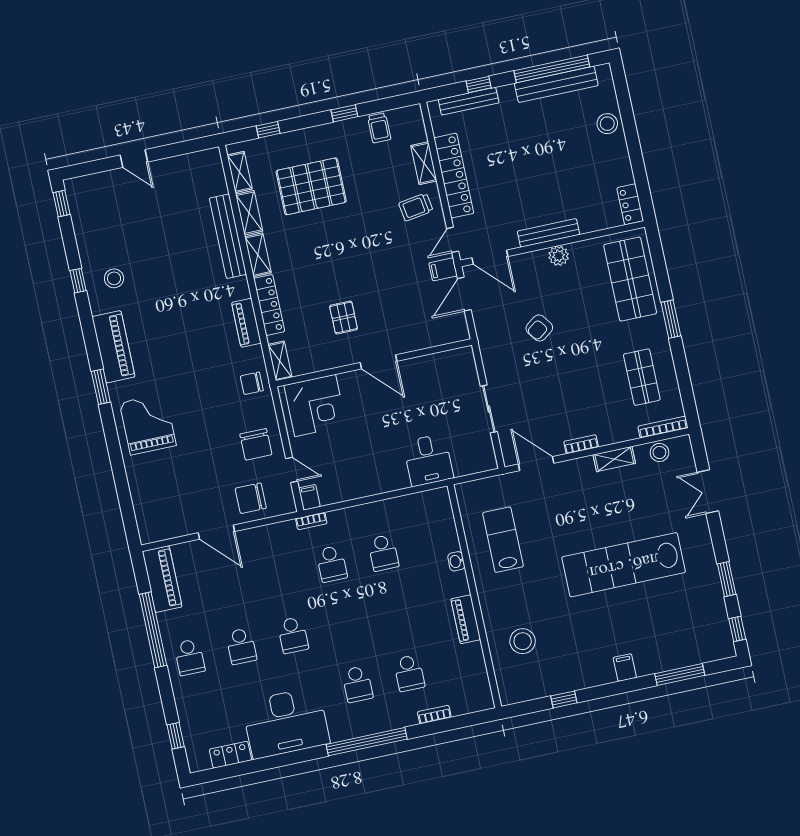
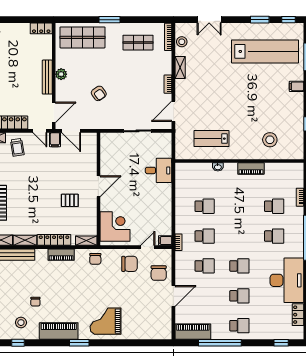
chair: (156, 296) -> (35, 302), added
lab bench: (624, 565) -> (265, 51), moved, turned -90
school desk: (280, 575) -> (205, 266), added

